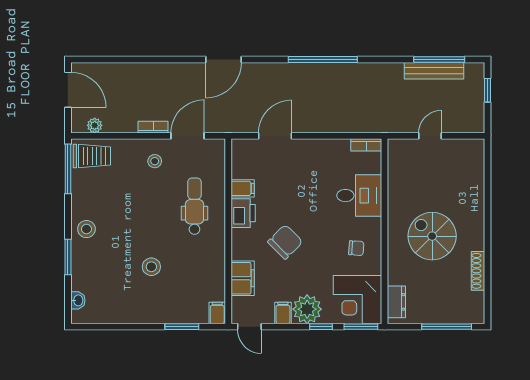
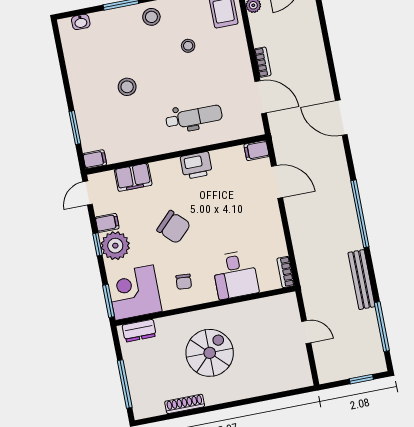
bench: (434, 71) -> (362, 280), moved
stool: (155, 161) -> (188, 46), moved
filing cabinet: (243, 188) -> (257, 150), moved, turned 90
chair: (285, 242) -> (174, 227), moved
window: (321, 327) -> (98, 244), moved

